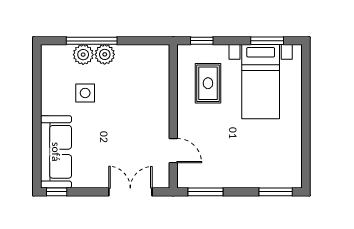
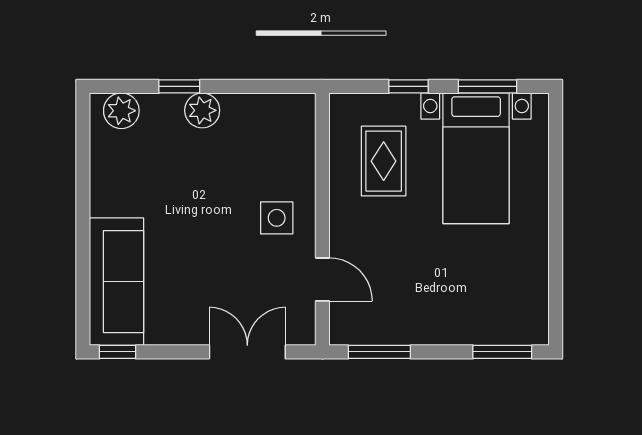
window: (92, 41) -> (179, 86), width x0.46
window: (202, 41) -> (408, 86), moved
plant: (83, 55) -> (121, 111), moved
side table: (85, 93) -> (277, 218), moved

